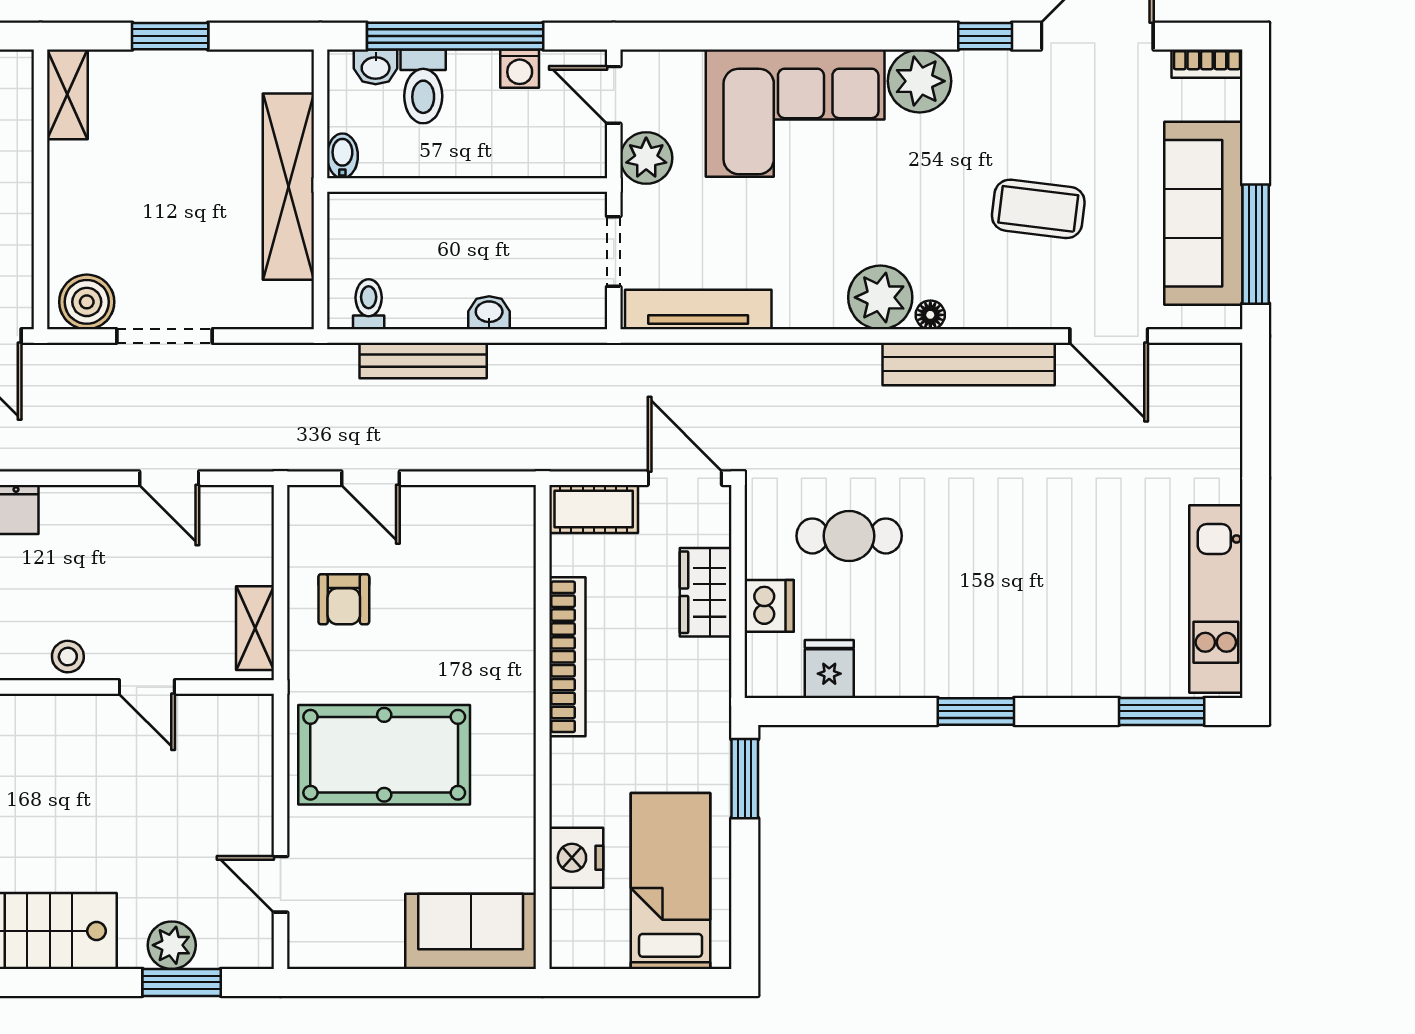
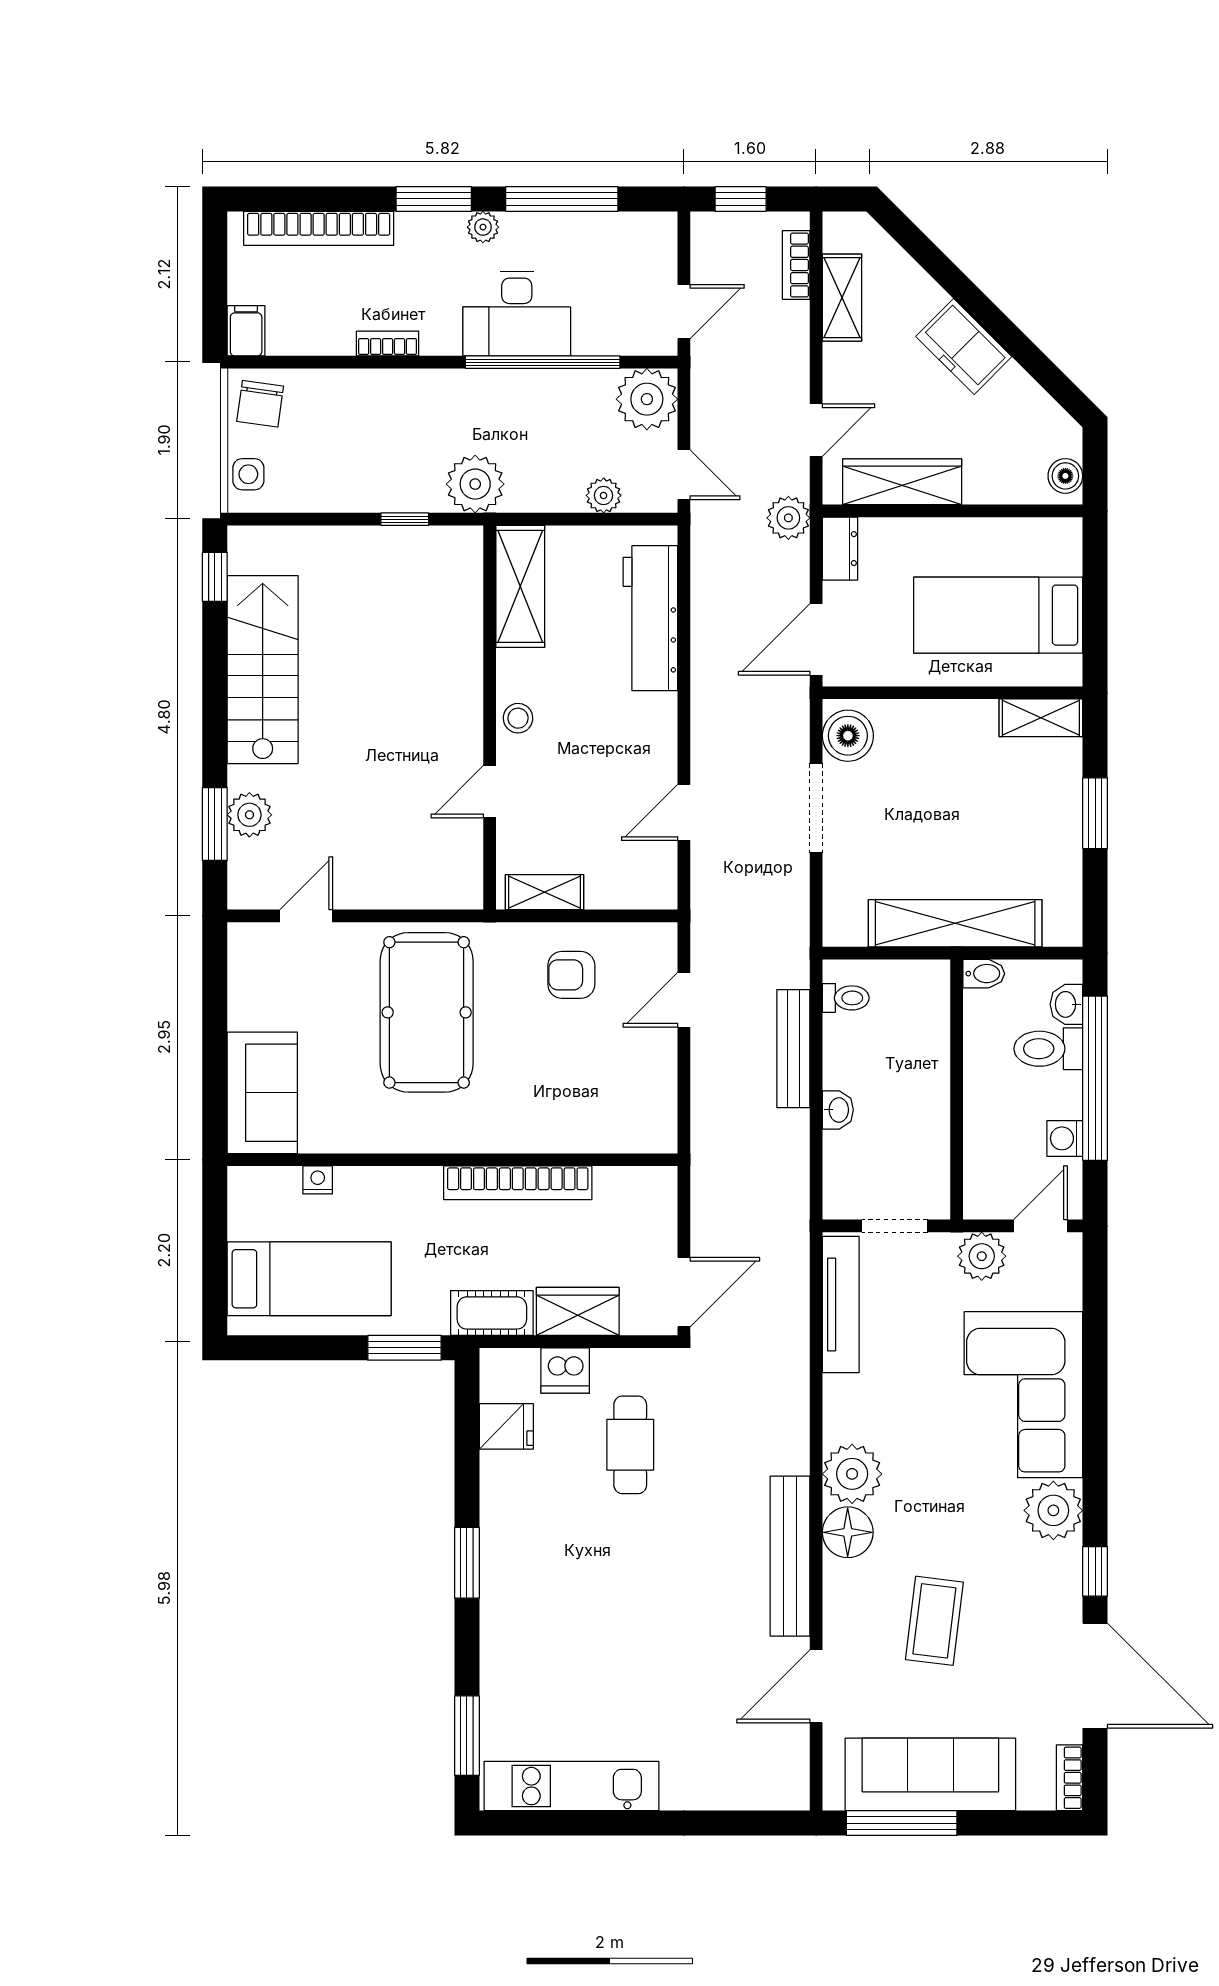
floor lamp: (930, 315) -> (848, 1532), width x1.89, depth x1.89
cot: (594, 509) -> (492, 1313), moved, turned 90
nightstand: (576, 858) -> (318, 1180), width x0.53, depth x0.56

